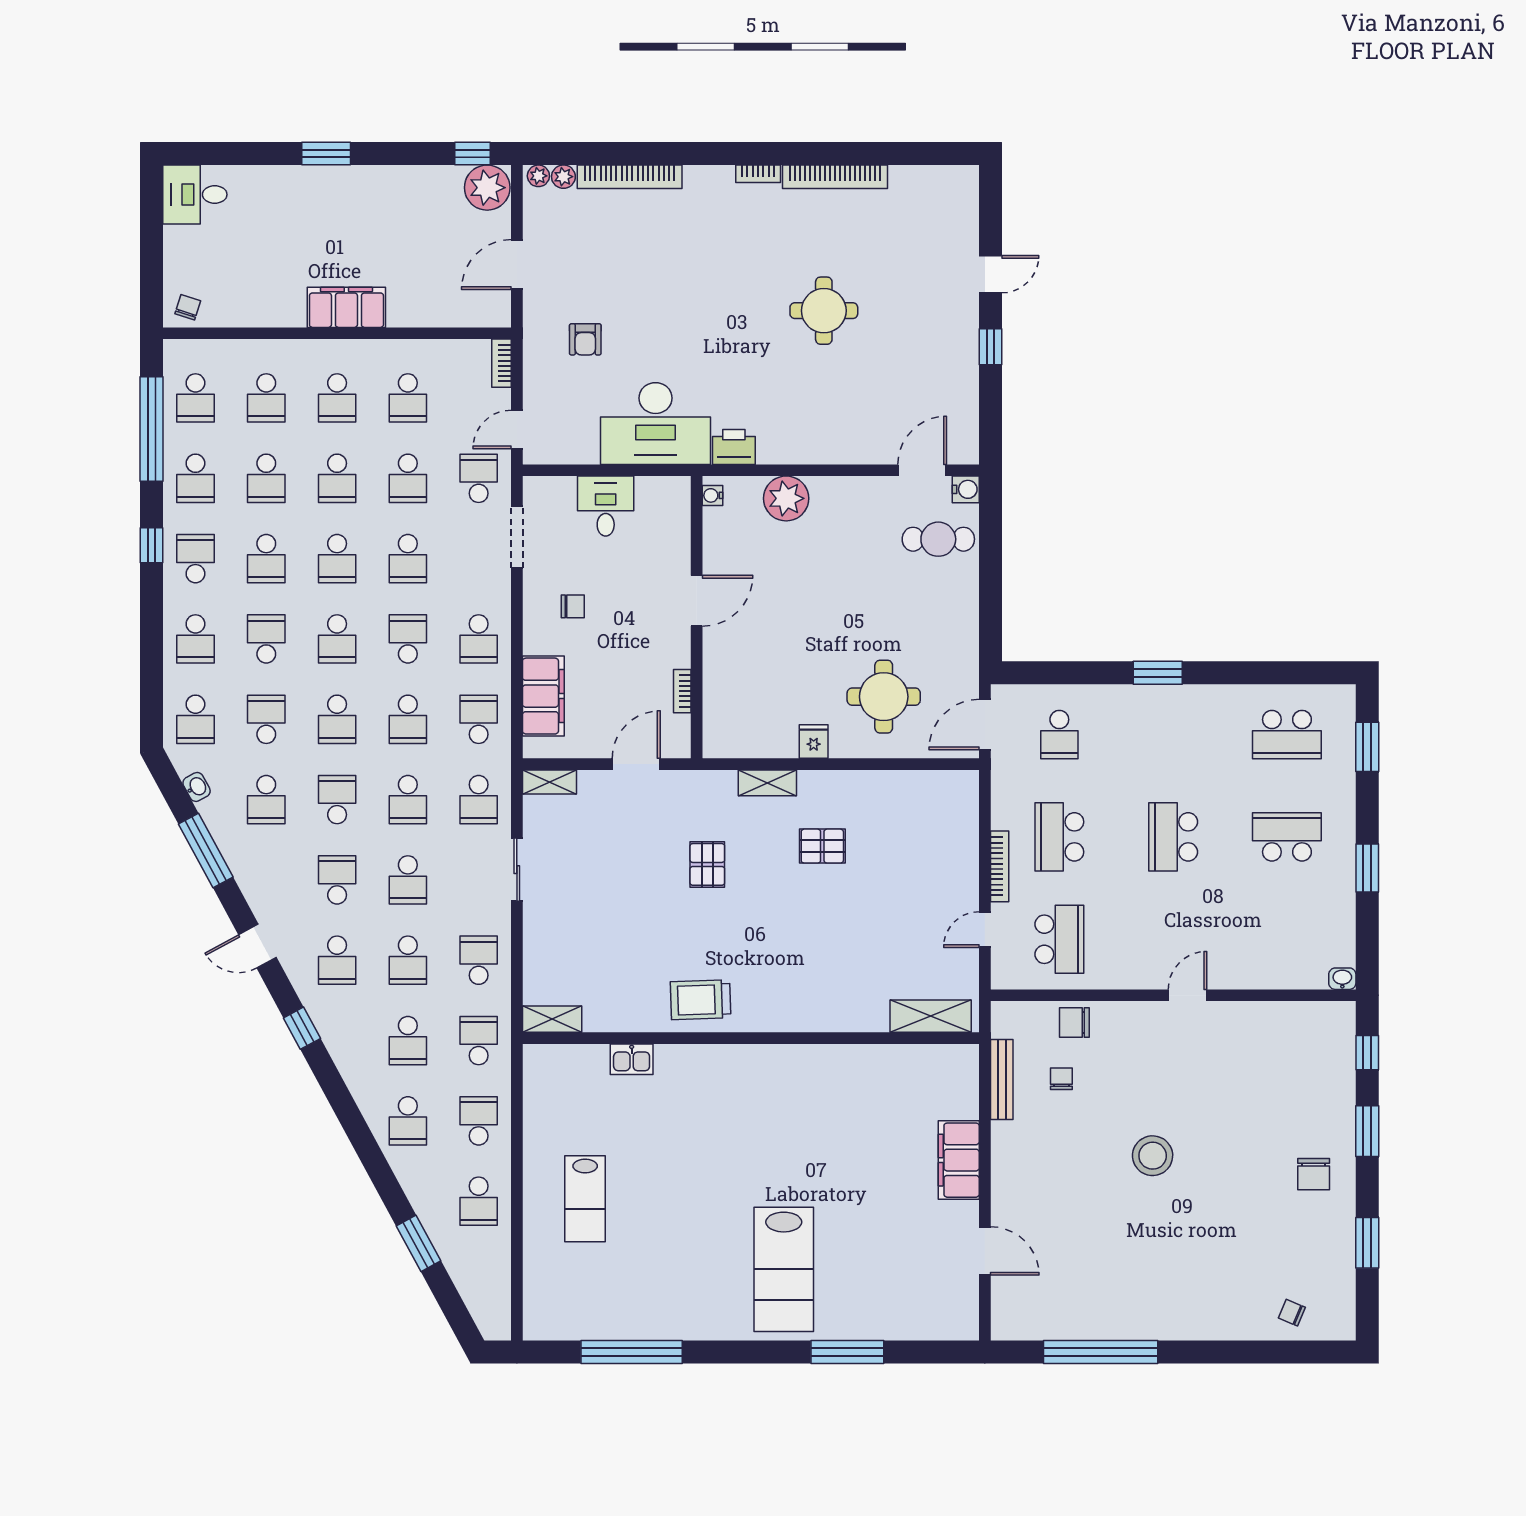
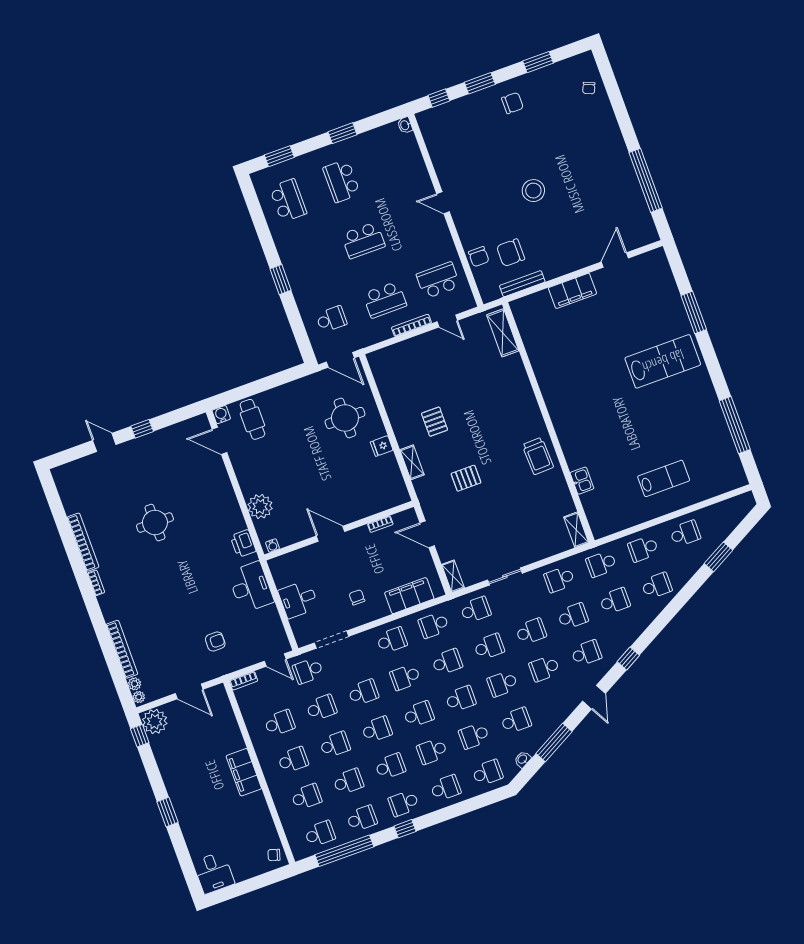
desk: (656, 424) -> (251, 587), width x0.73, depth x0.77
chair: (1061, 1079) -> (511, 253), width x1.87, depth x1.87

